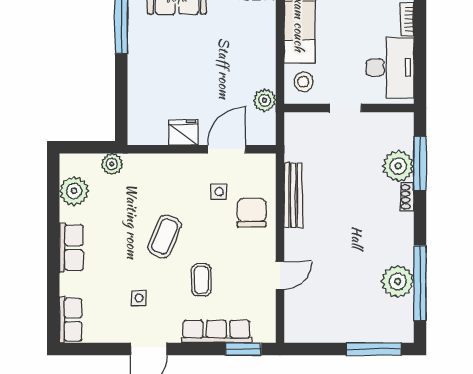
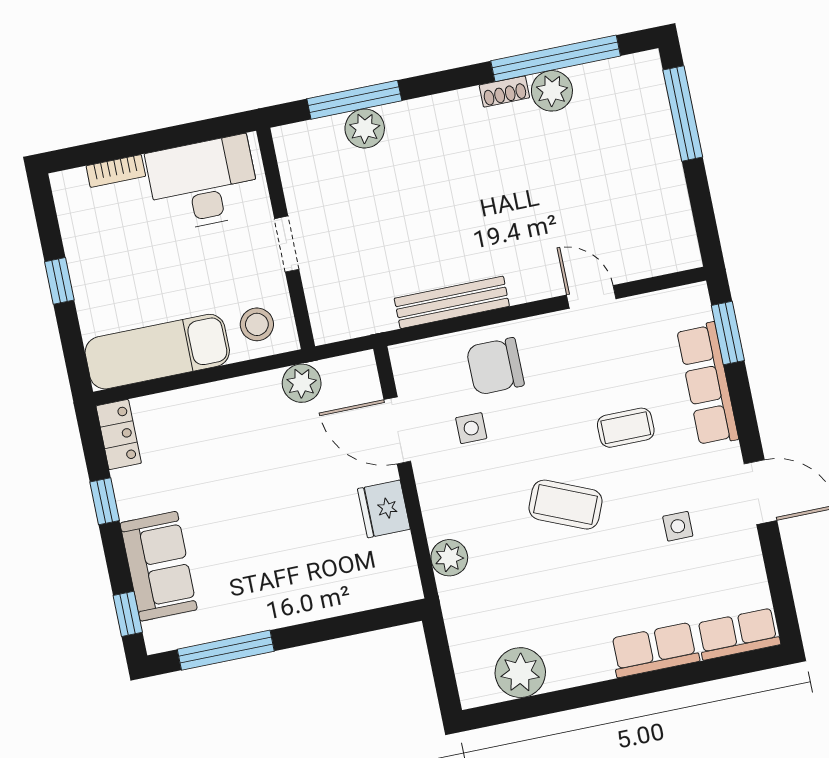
plant: (112, 164) -> (449, 558), moved
plant: (398, 166) -> (365, 128), width x0.73, depth x0.73
shoe rack: (407, 197) -> (504, 91), moved
row of seats: (71, 247) -> (655, 650), moved
plant: (398, 281) -> (552, 91), width x0.73, depth x0.73

